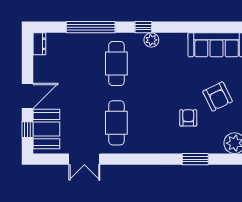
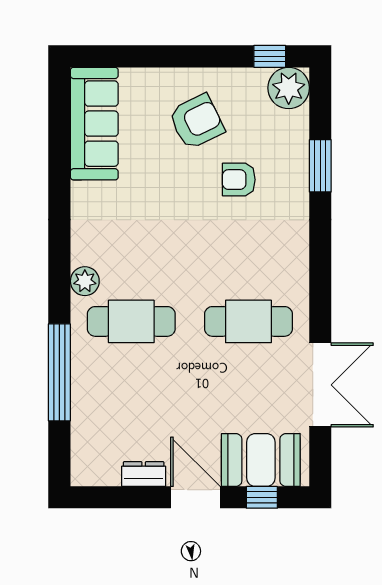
window: (143, 27) -> (59, 268), removed
plant: (151, 40) -> (85, 281), moved
dresser: (39, 44) -> (144, 474), moved
double door: (84, 159) -> (320, 385), width x1.37

